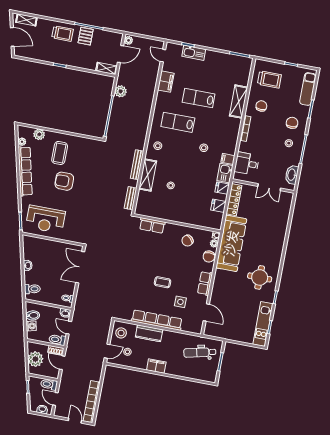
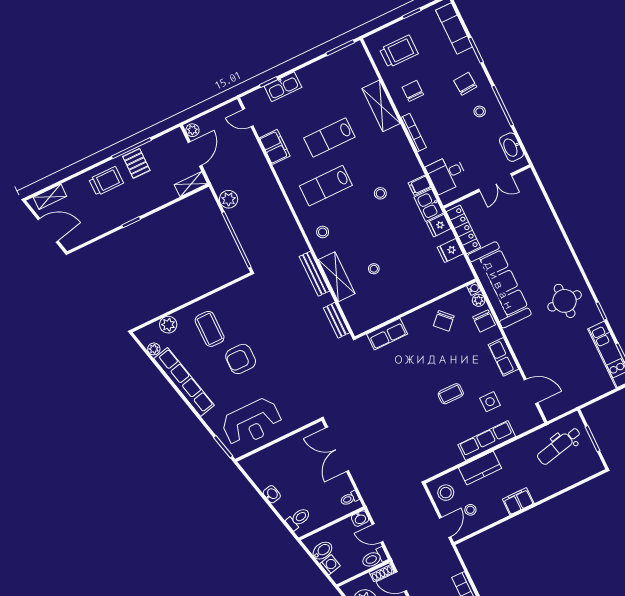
row of seats: (157, 320) -> (487, 441), width x0.73

